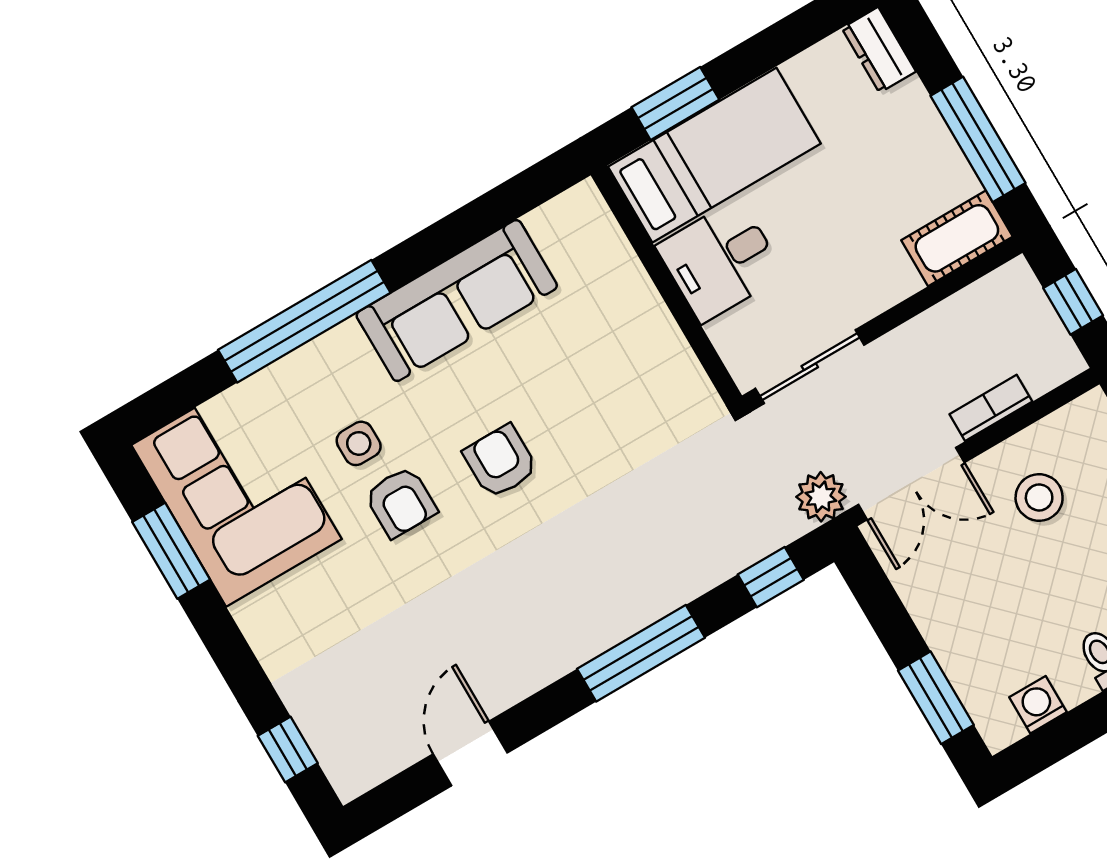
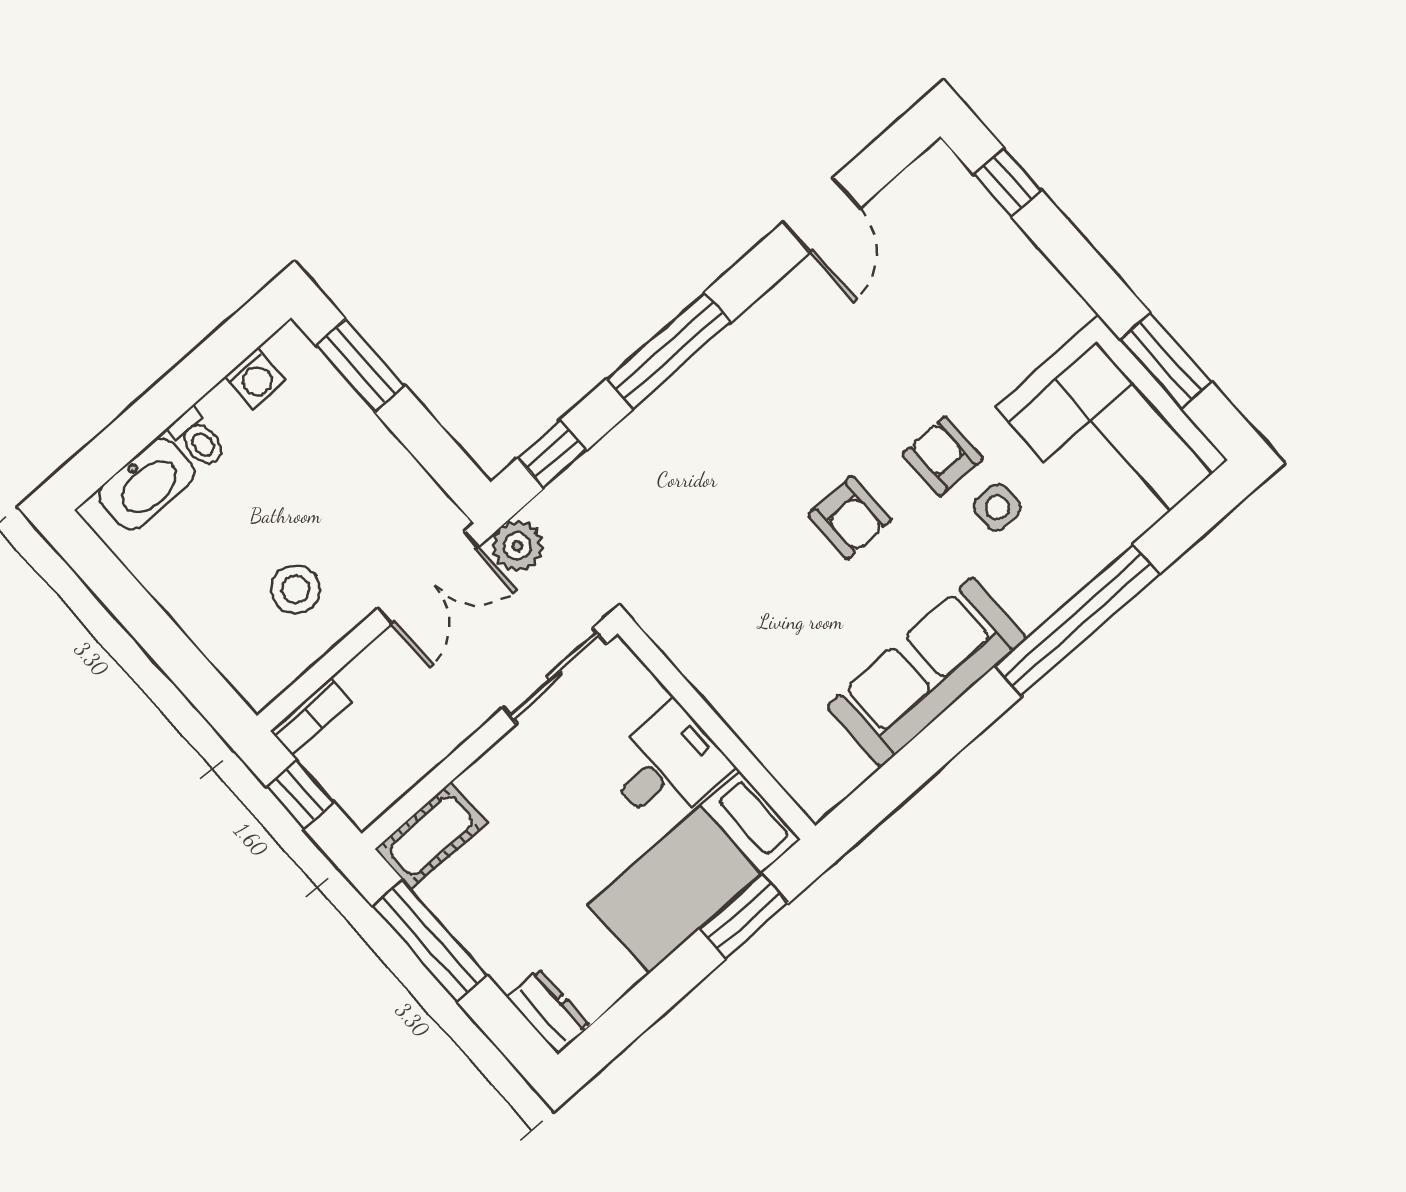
bookcase: (991, 408) -> (311, 716), moved
double door: (911, 484) -> (428, 578), swing flipped

